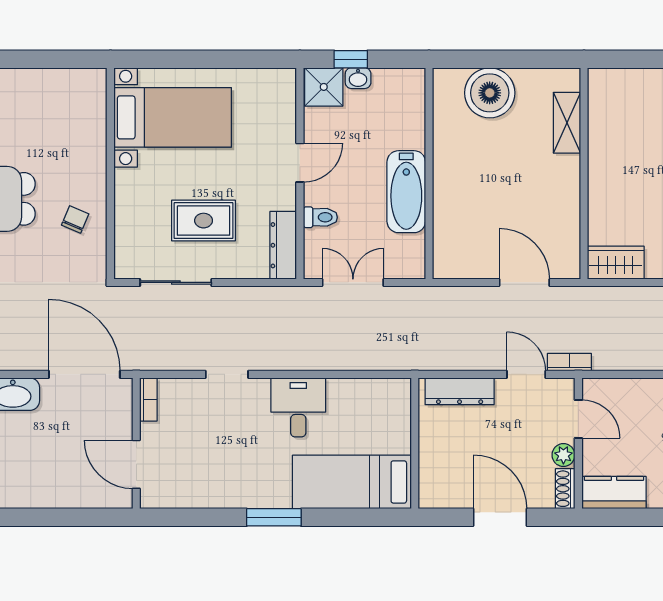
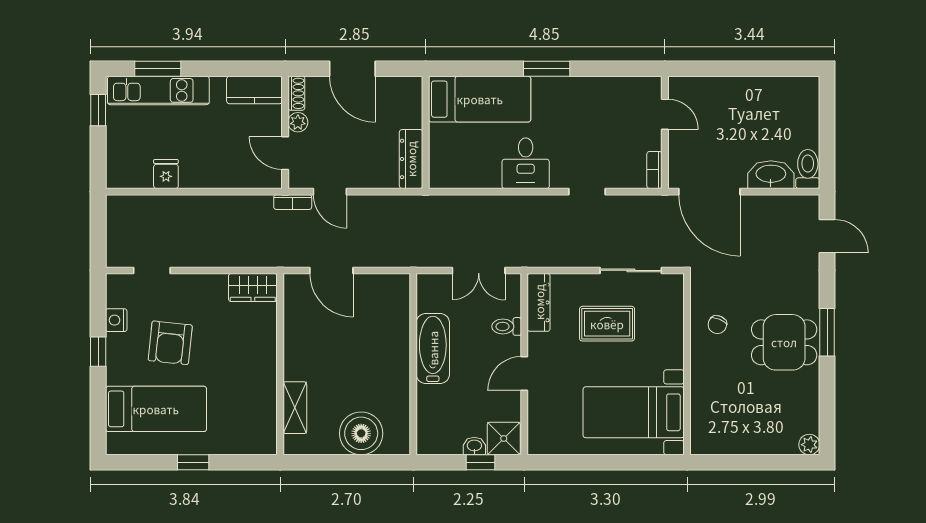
dresser: (460, 391) -> (411, 159), moved, turned -90
door: (136, 464) -> (665, 114), width x0.73

